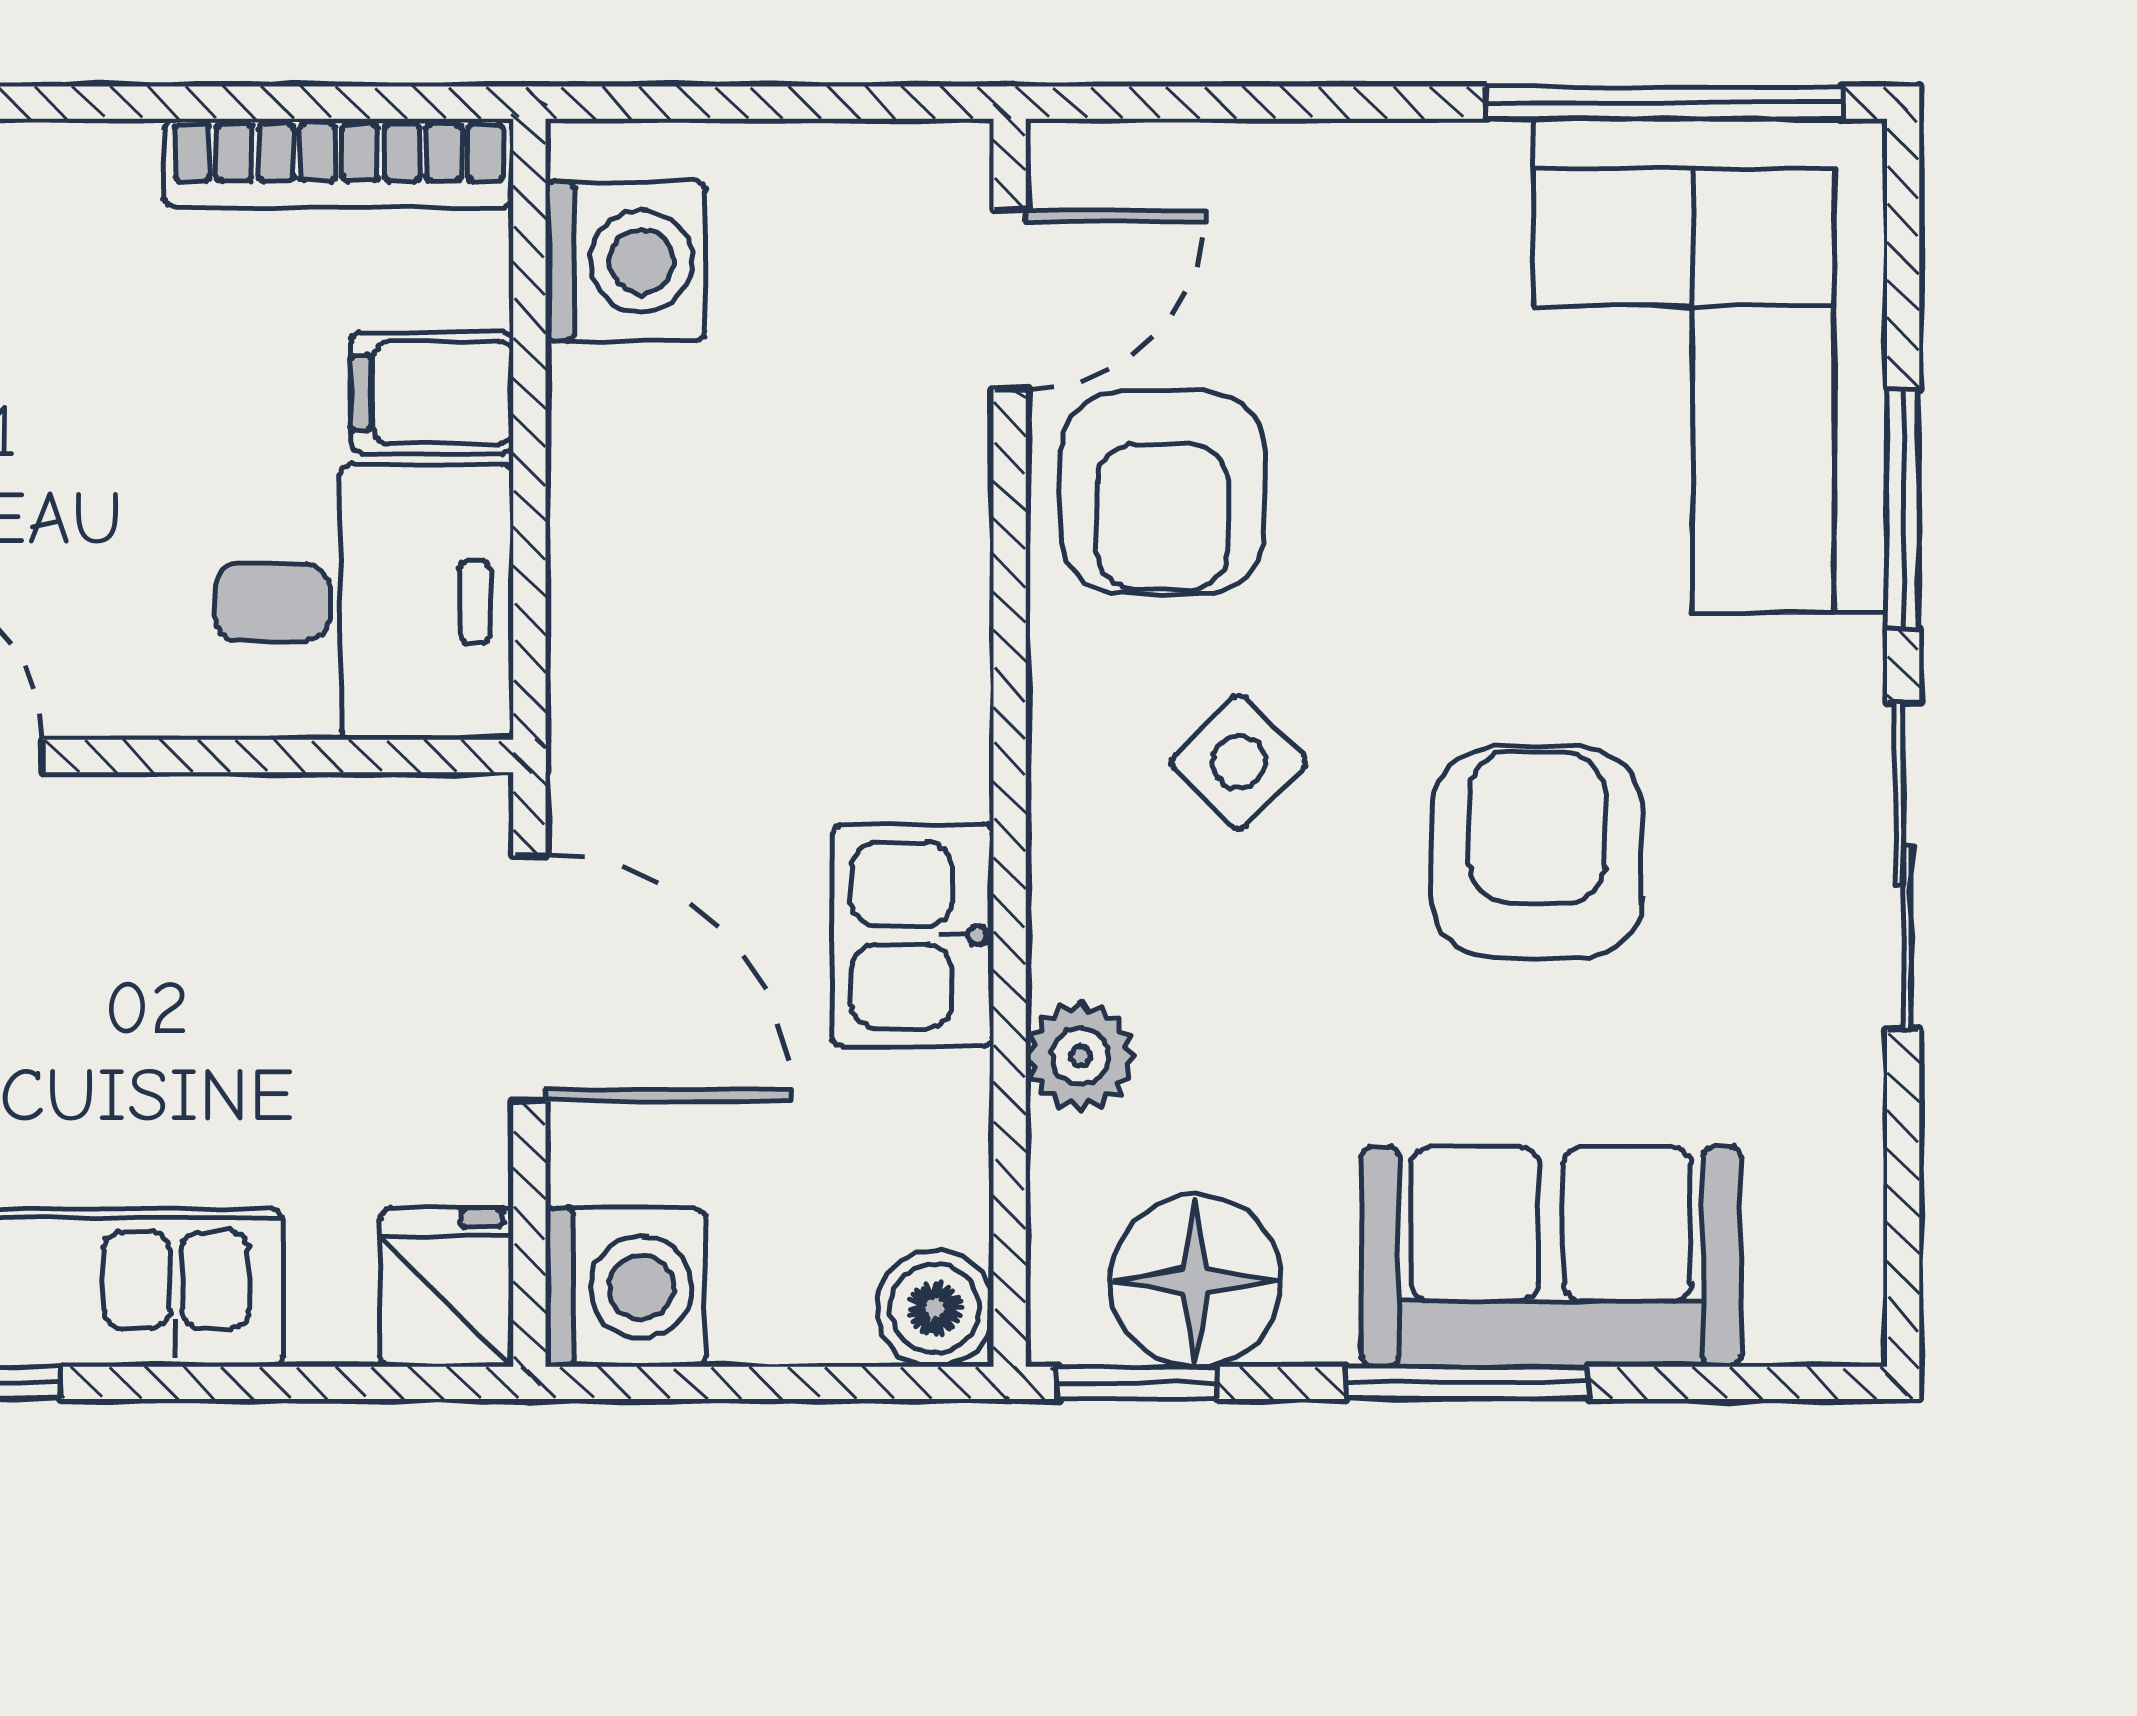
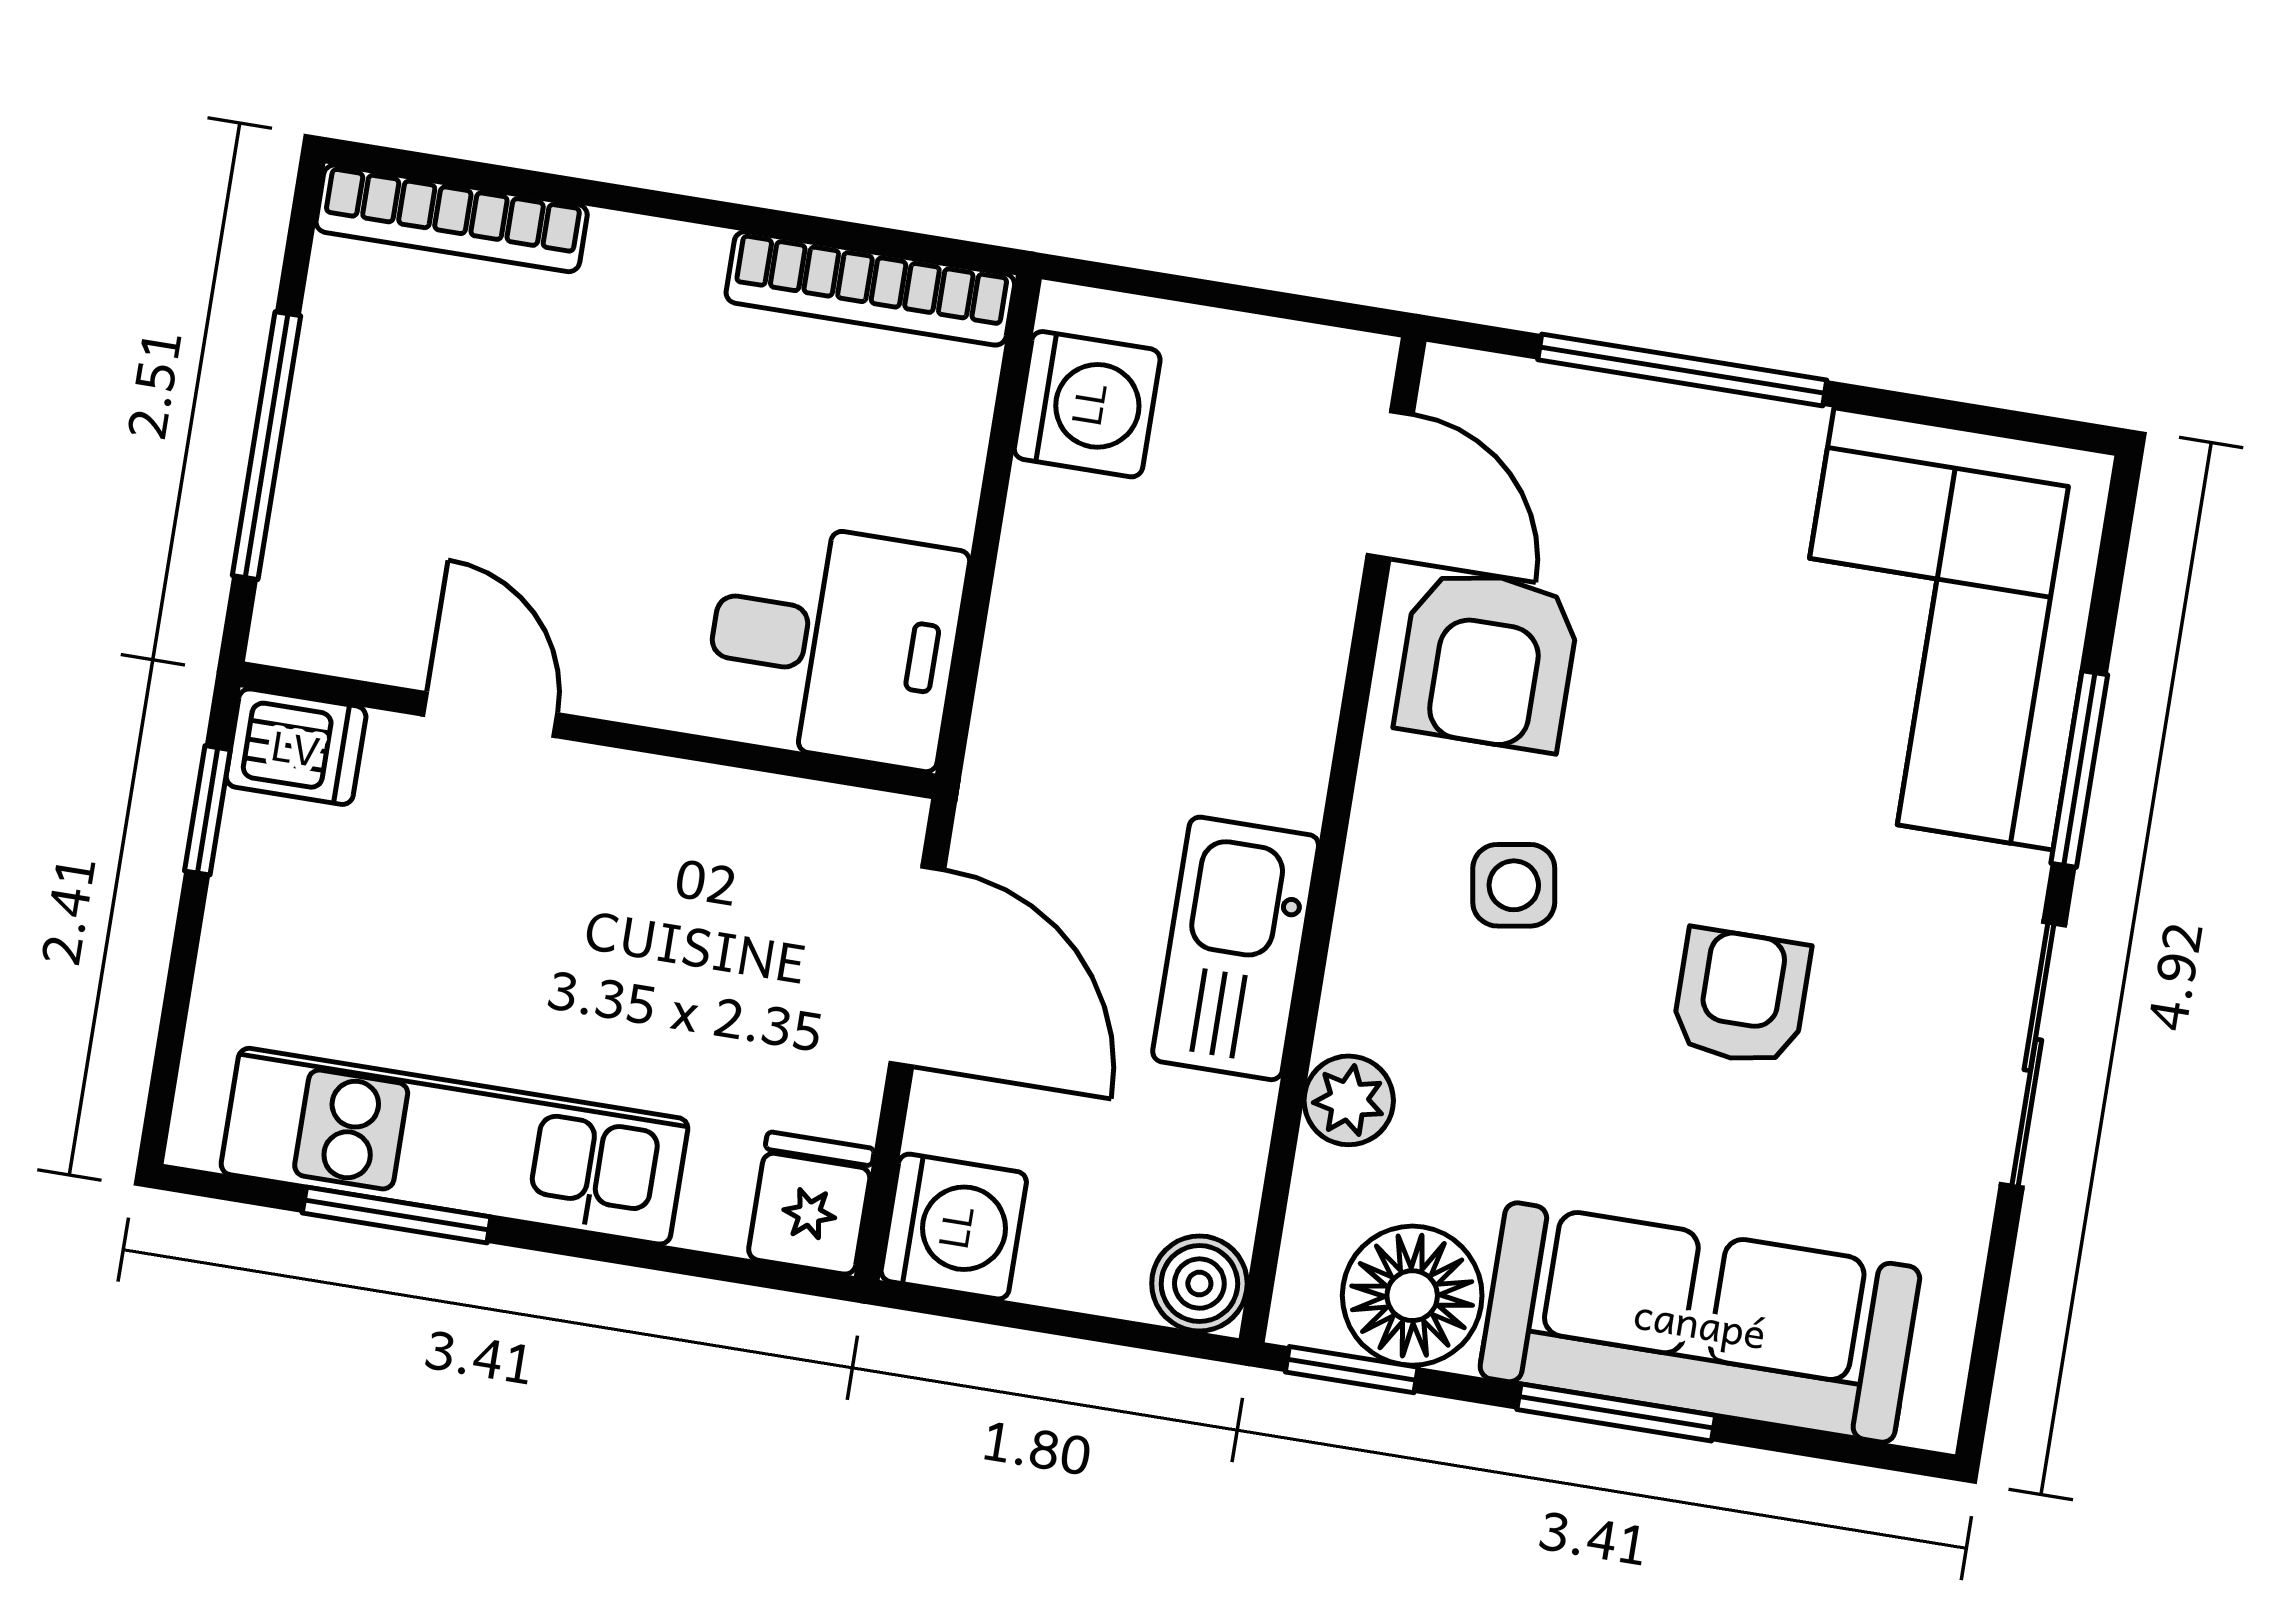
window: (1665, 103) -> (1682, 370), moved
door: (1010, 300) -> (1390, 485), hinge flipped
filing cabinet: (432, 392) -> (915, 484), removed
side table: (1239, 762) -> (1514, 885), turned 36
armchair: (1537, 853) -> (1741, 997), width x0.72, depth x0.72
kitchen sink: (913, 935) -> (1236, 948), width x1.38
sofa: (1551, 1257) -> (1700, 1322), width x1.36

